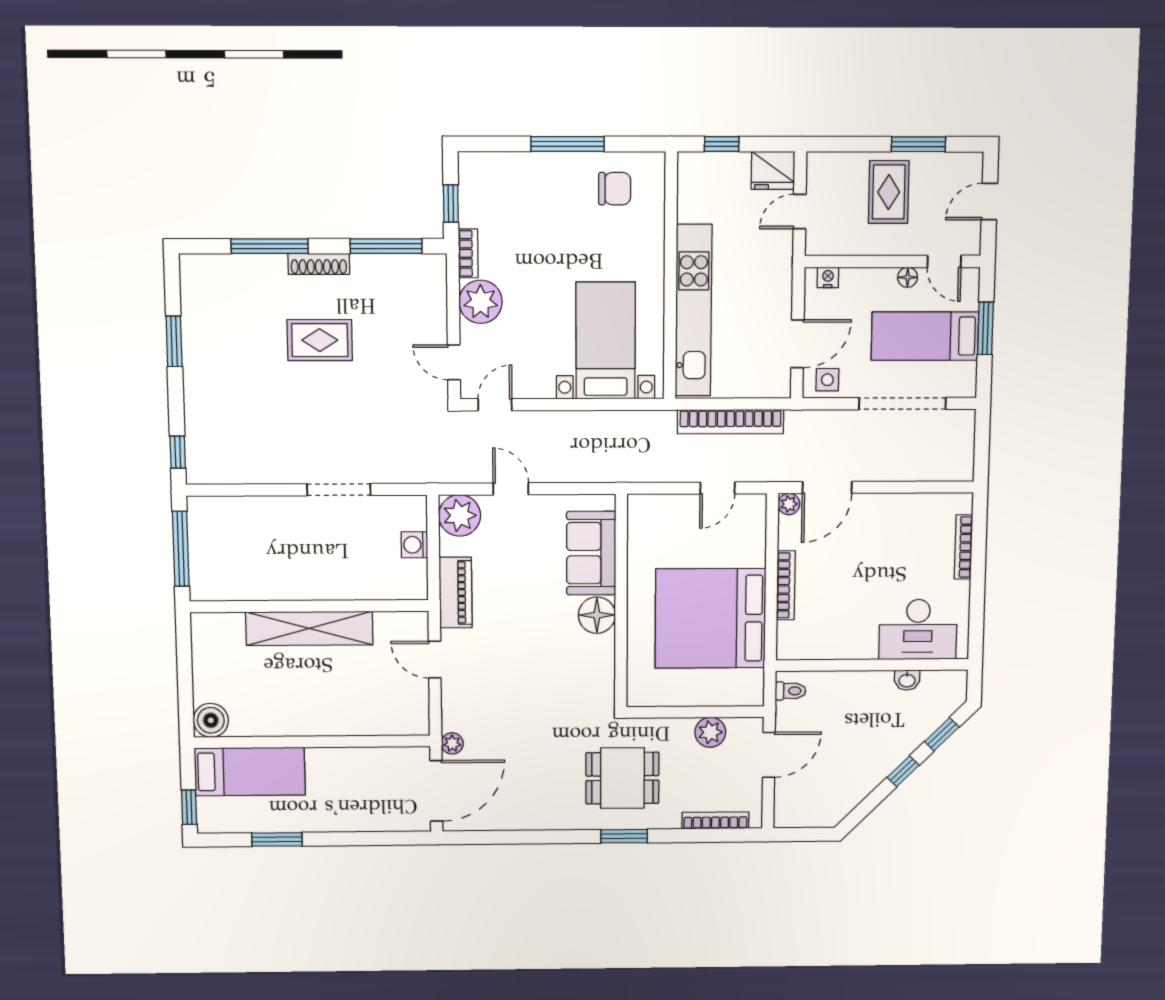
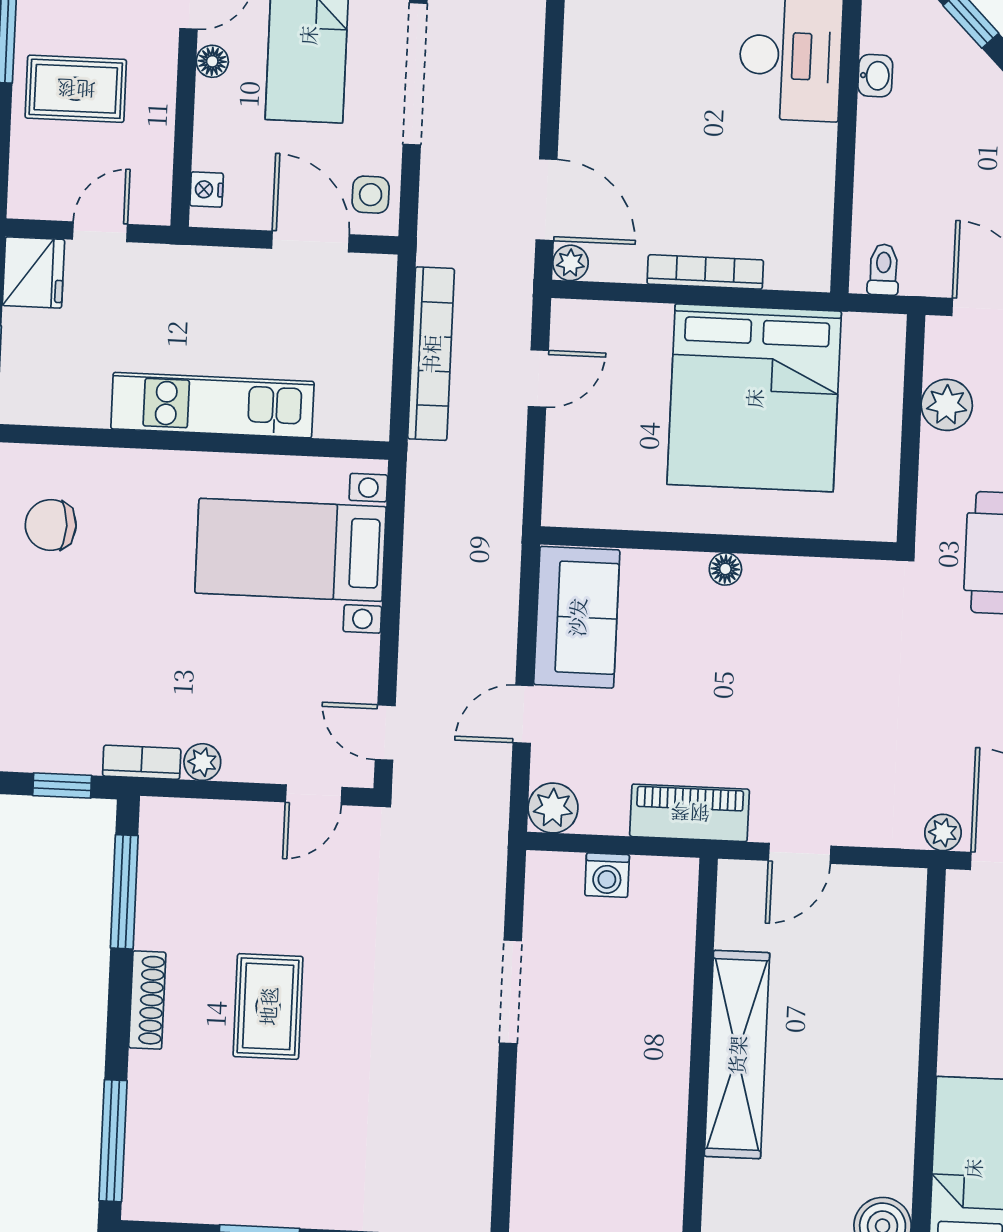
chair: (615, 189) -> (51, 525), turned -90
door: (800, 211) -> (100, 232), swing flipped
window: (270, 246) -> (113, 1141), moved
plant: (481, 302) -> (202, 762), width x0.53, depth x0.53
kitchen unit: (694, 310) -> (212, 405), width x0.73
door: (717, 488) -> (538, 379), hinge flipped
plant: (460, 515) -> (553, 808), width x0.73, depth x0.73
sofa: (591, 553) -> (577, 617), moved, turned -90
floor lamp: (597, 615) -> (725, 569), width x0.53, depth x0.53

